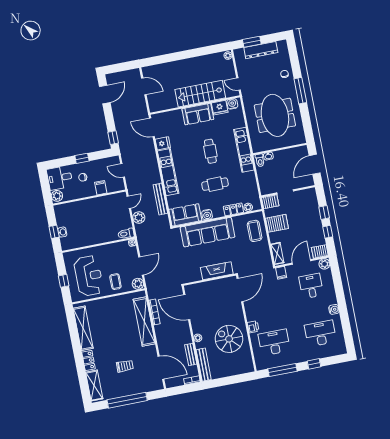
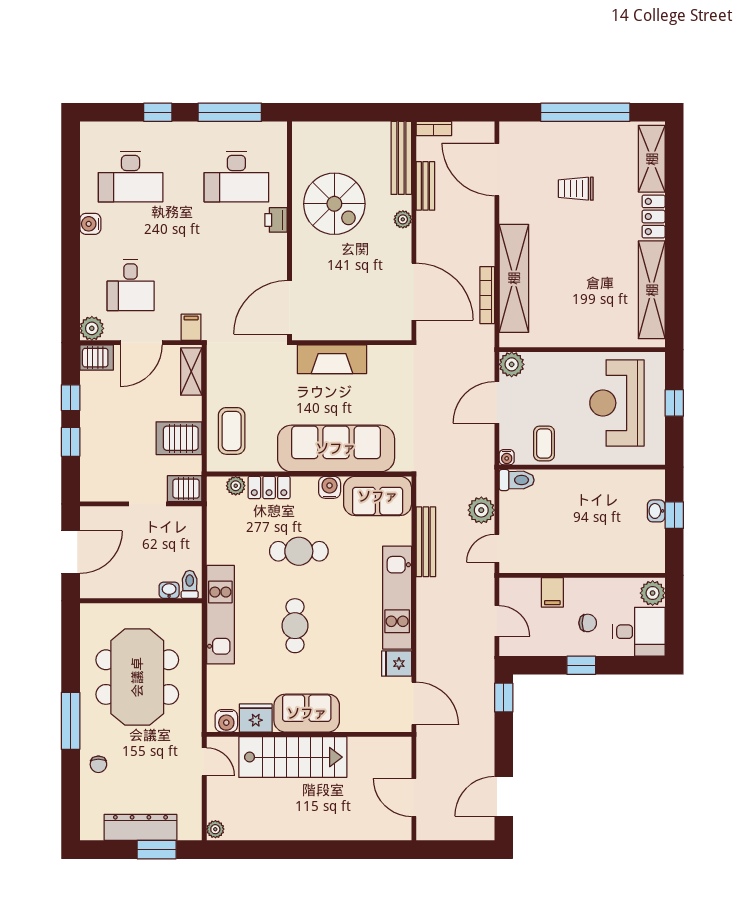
coffee table: (115, 282) -> (544, 443), moved

